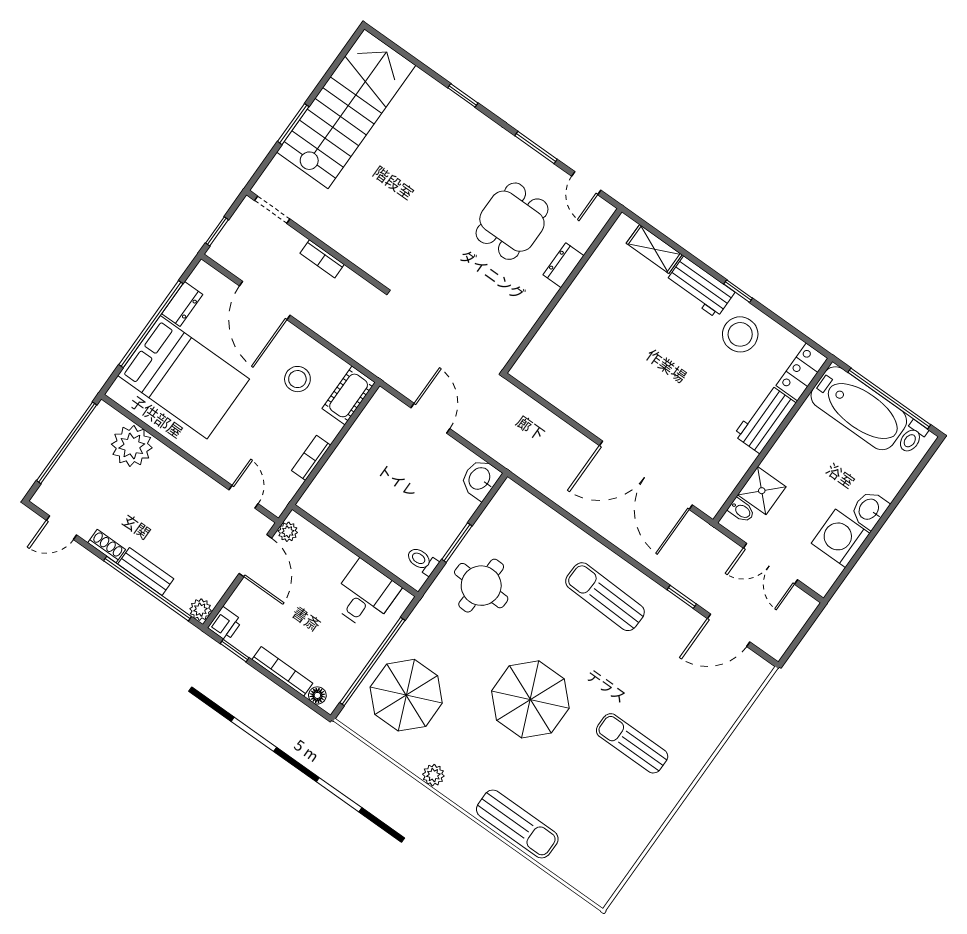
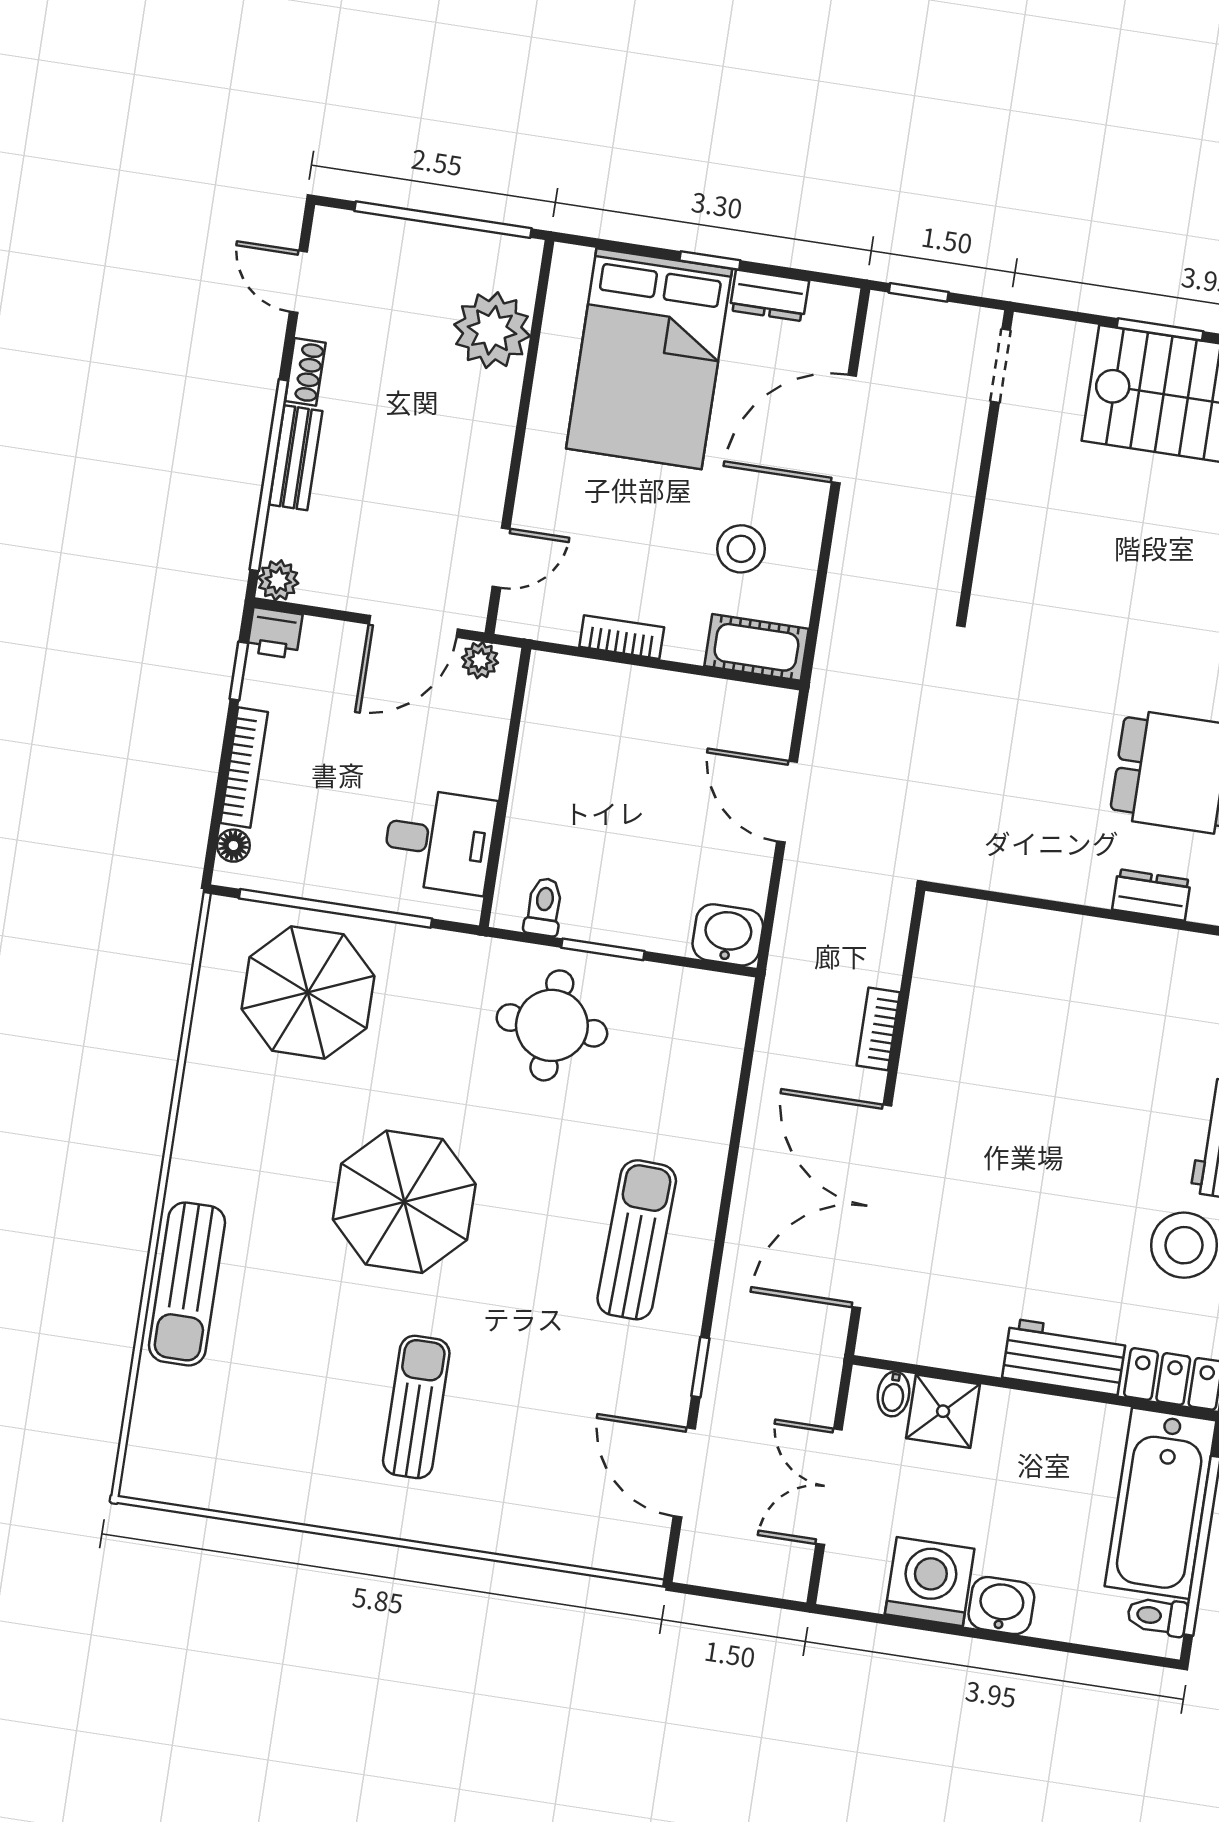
bookcase: (322, 259) -> (878, 1029), moved
window: (151, 324) -> (710, 260), width x0.32
door: (430, 418) -> (787, 802), swing flipped
plant: (433, 775) -> (198, 1104), removed

